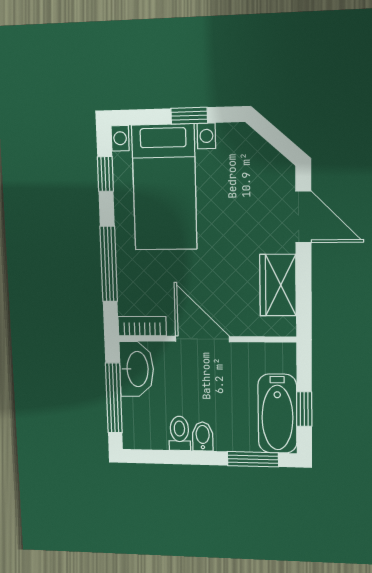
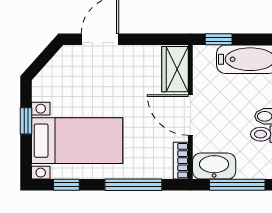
wardrobe: (278, 285) -> (175, 69), moved, turned 90
door: (202, 339) -> (190, 115), hinge flipped
window: (304, 409) -> (219, 39), moved

